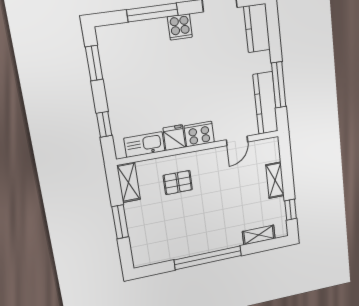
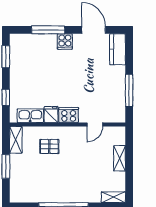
kitchen counter: (266, 103) -> (118, 101), removed
window: (291, 210) -> (129, 183), removed
shelving: (259, 235) -> (113, 197), moved

